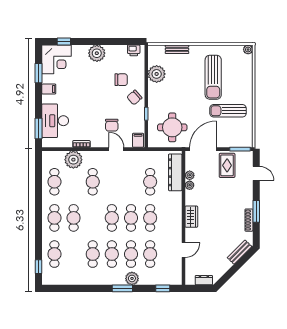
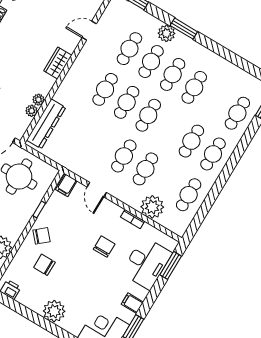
chair: (112, 125) -> (104, 247), moved
cafe table: (150, 182) -> (124, 156), moved

